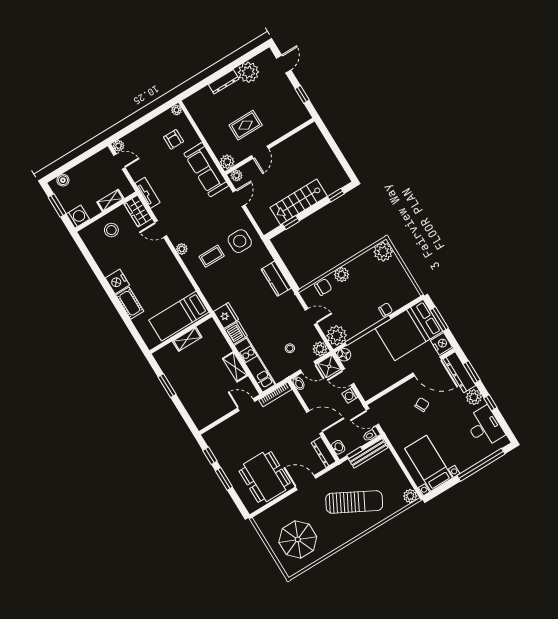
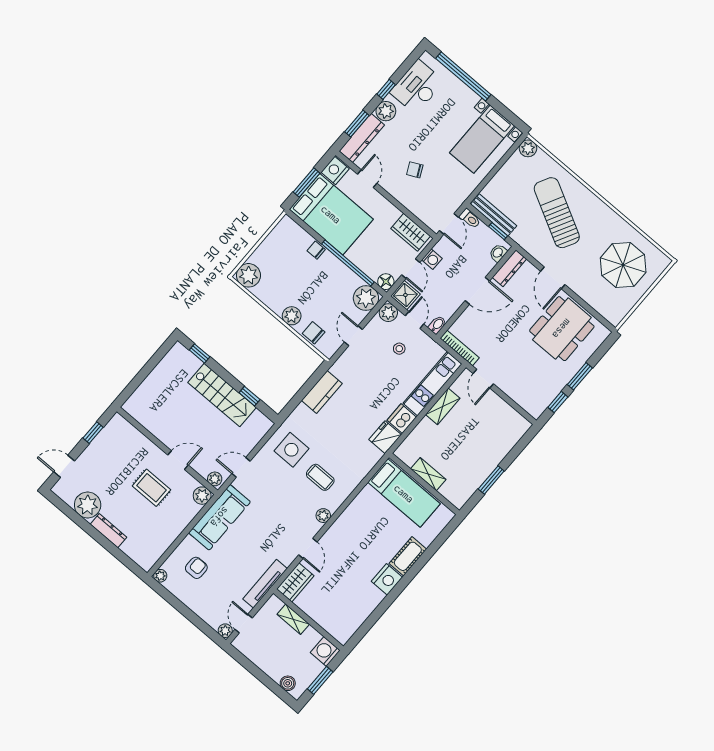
tv unit: (148, 193) -> (265, 584), width x1.41
stool: (111, 230) -> (328, 606), removed
door: (427, 366) -> (367, 179), width x0.53
wardrobe: (376, 386) -> (411, 232), added
door: (314, 422) -> (477, 291), swing flipped

